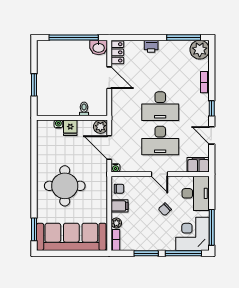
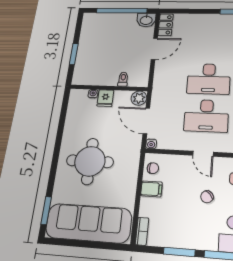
printer: (151, 46) -> (202, 19), removed
door: (109, 78) -> (154, 49), hinge flipped
plant: (116, 223) -> (145, 210), removed

